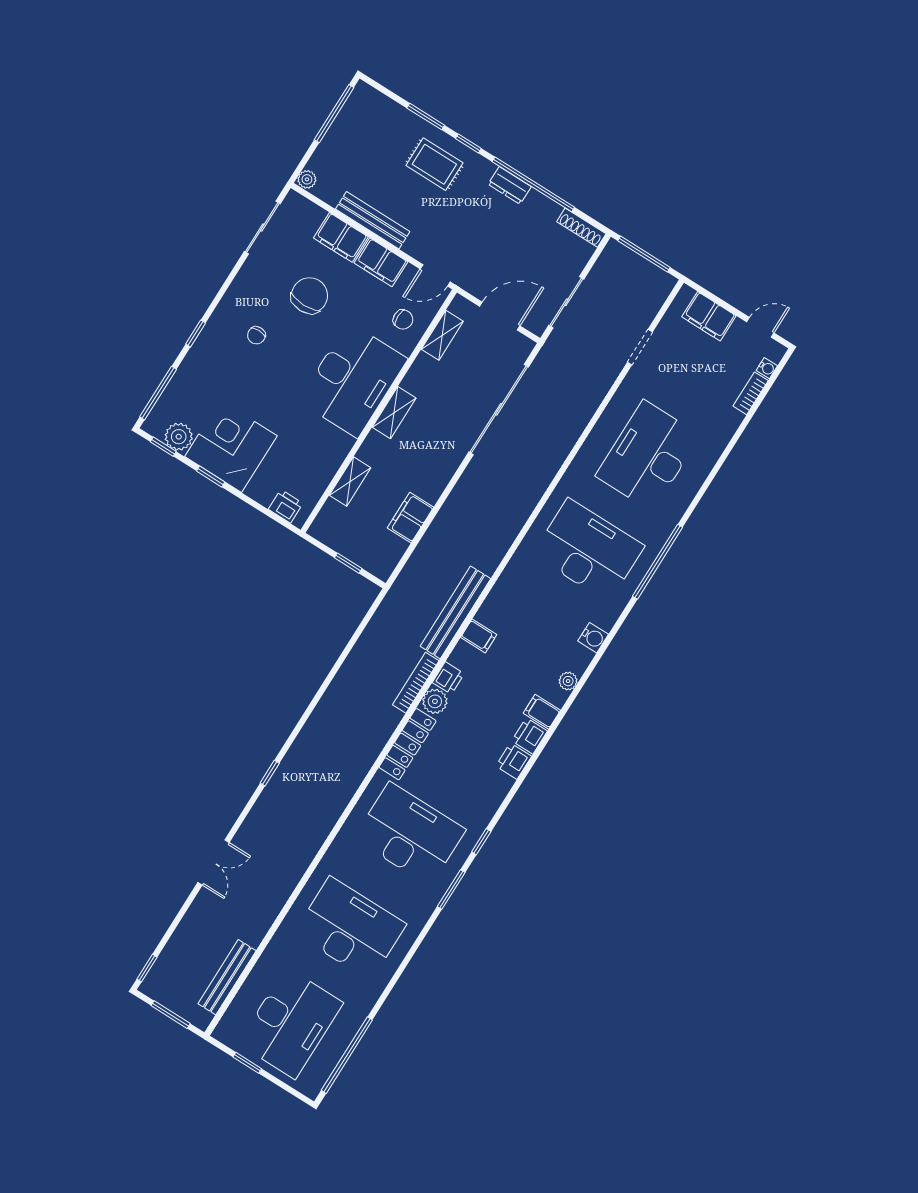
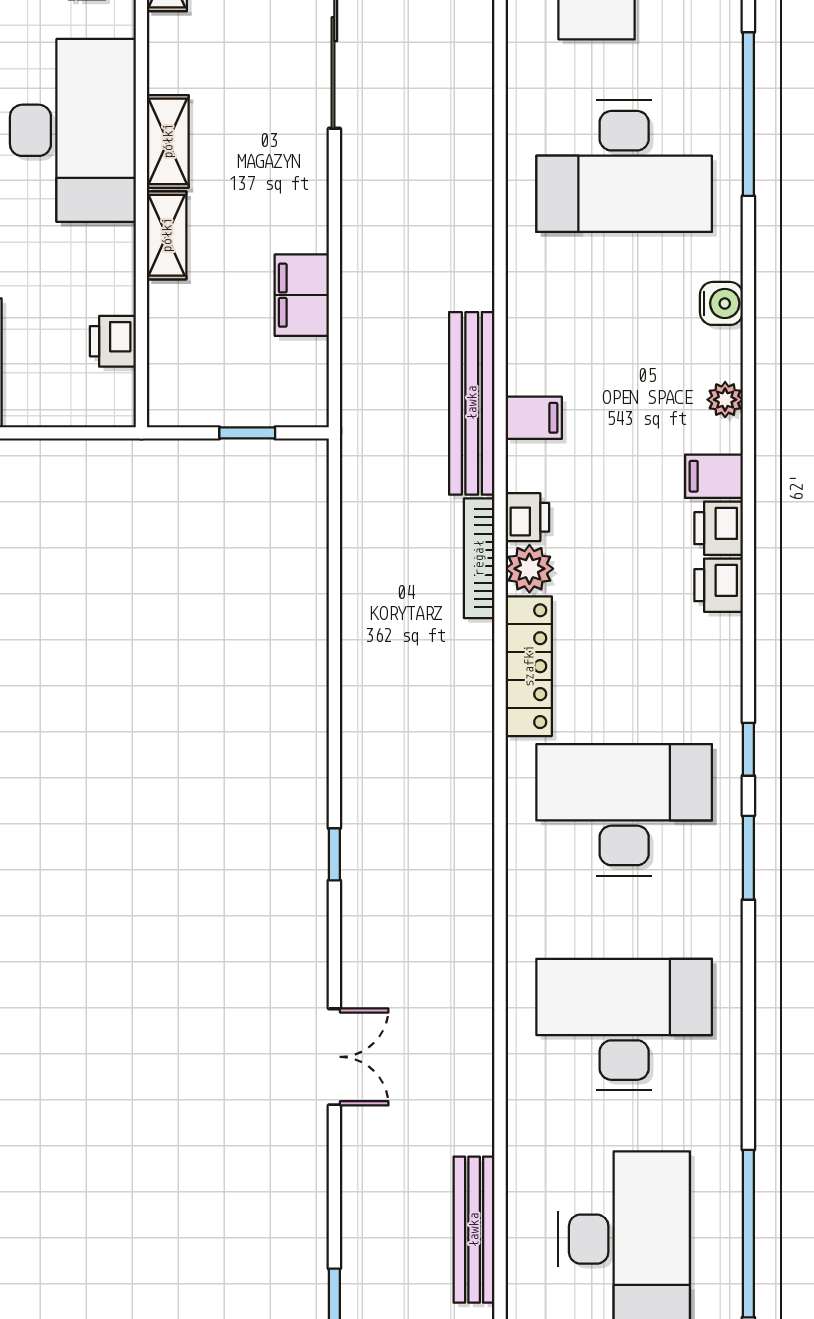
shelving: (350, 481) -> (167, 235), moved
printer: (286, 506) -> (113, 341), moved, turned -90
desk: (588, 550) -> (624, 166), turned 180

